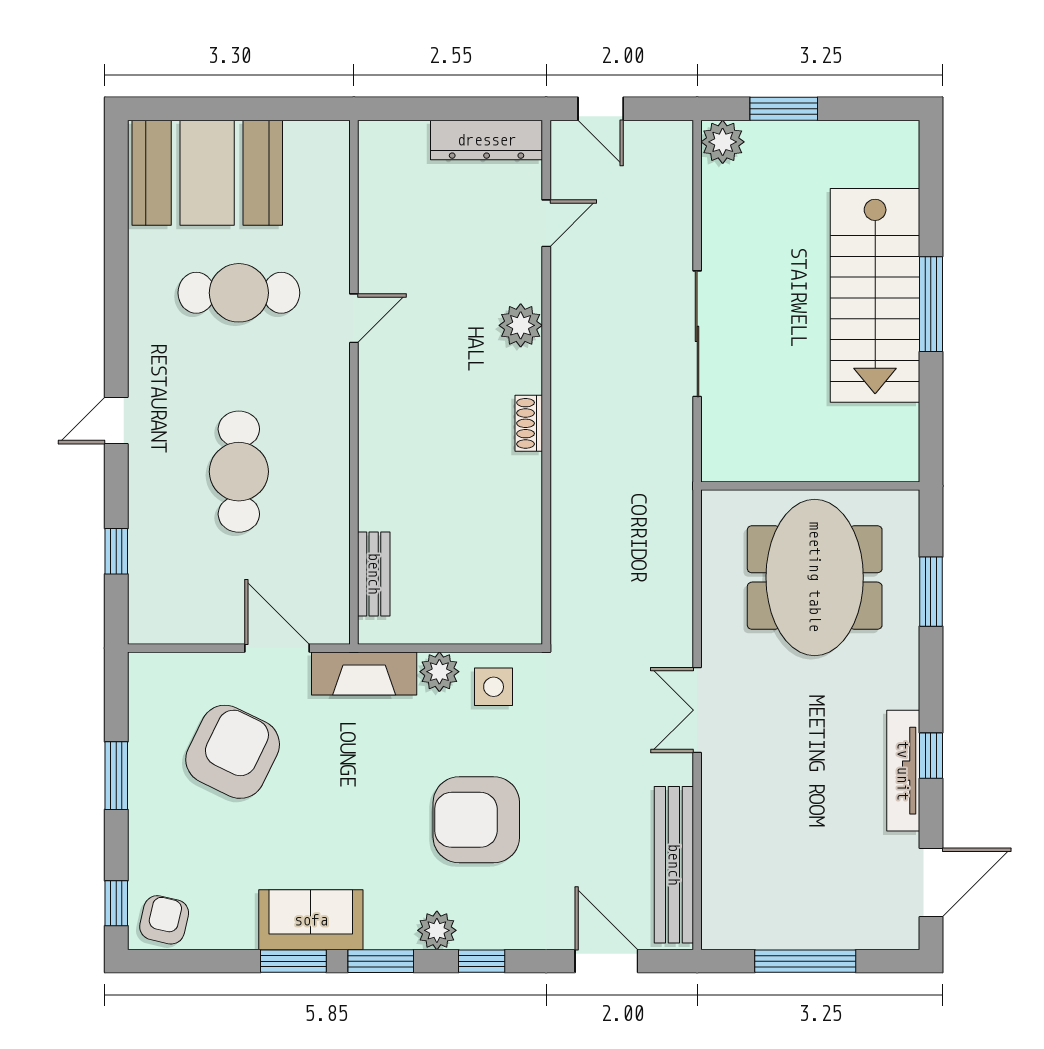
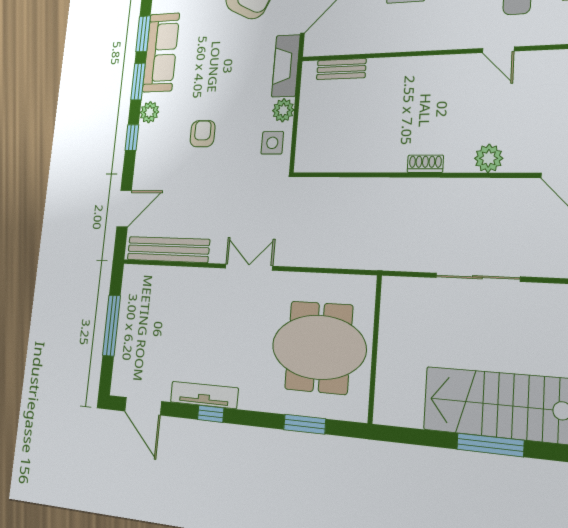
armchair: (476, 820) -> (203, 134), width x0.53, depth x0.53
sofa: (311, 920) -> (161, 52), width x1.36

